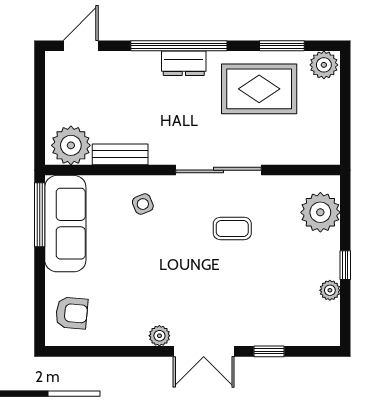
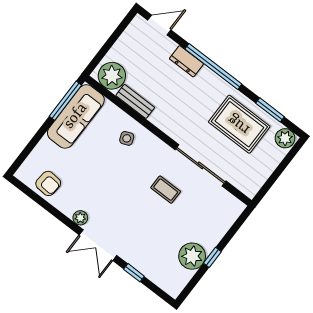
dresser: (184, 63) -> (186, 61), moved
sliding door: (219, 170) -> (201, 165), moved
plant: (320, 212) -> (221, 218), removed
plant: (330, 290) -> (192, 256), width x1.88, depth x1.88
armchair: (72, 313) -> (48, 183), moved

